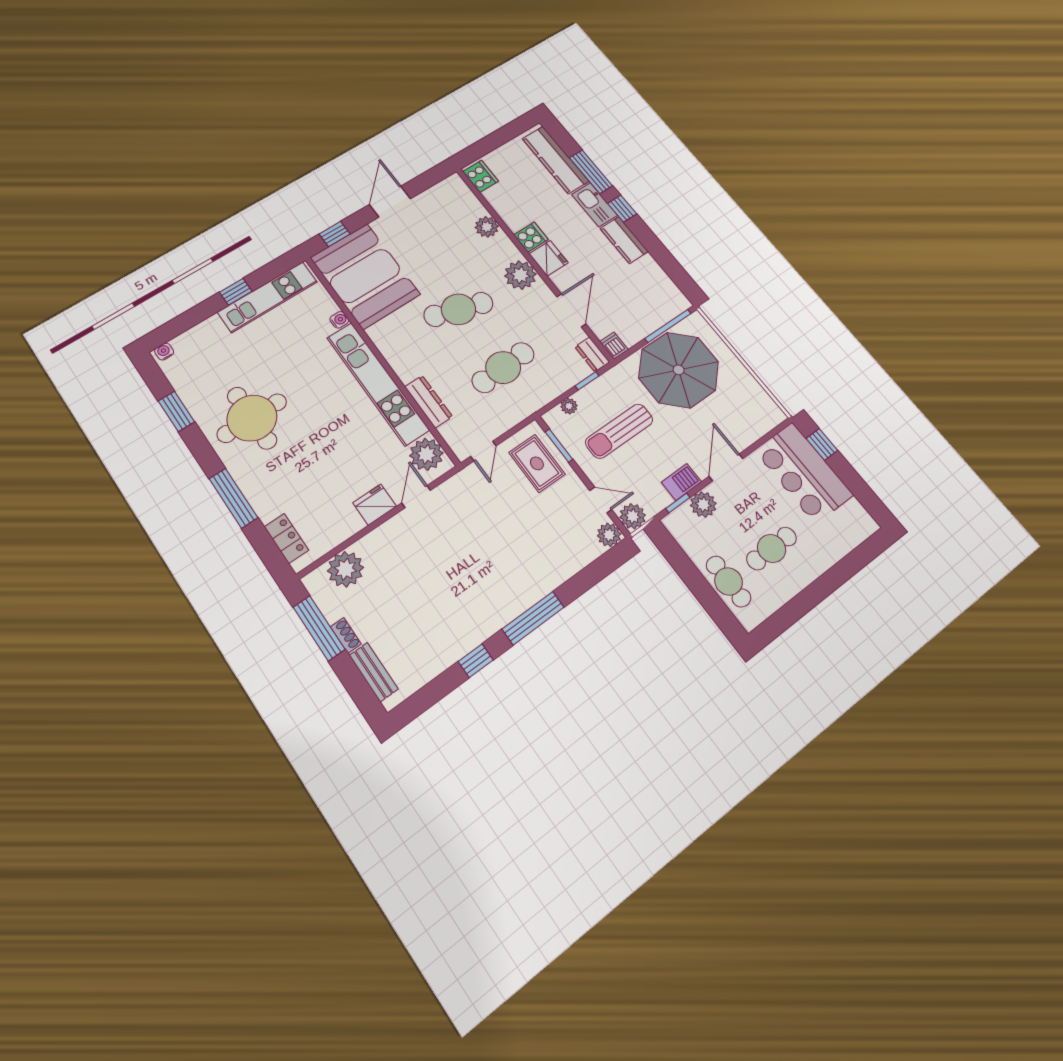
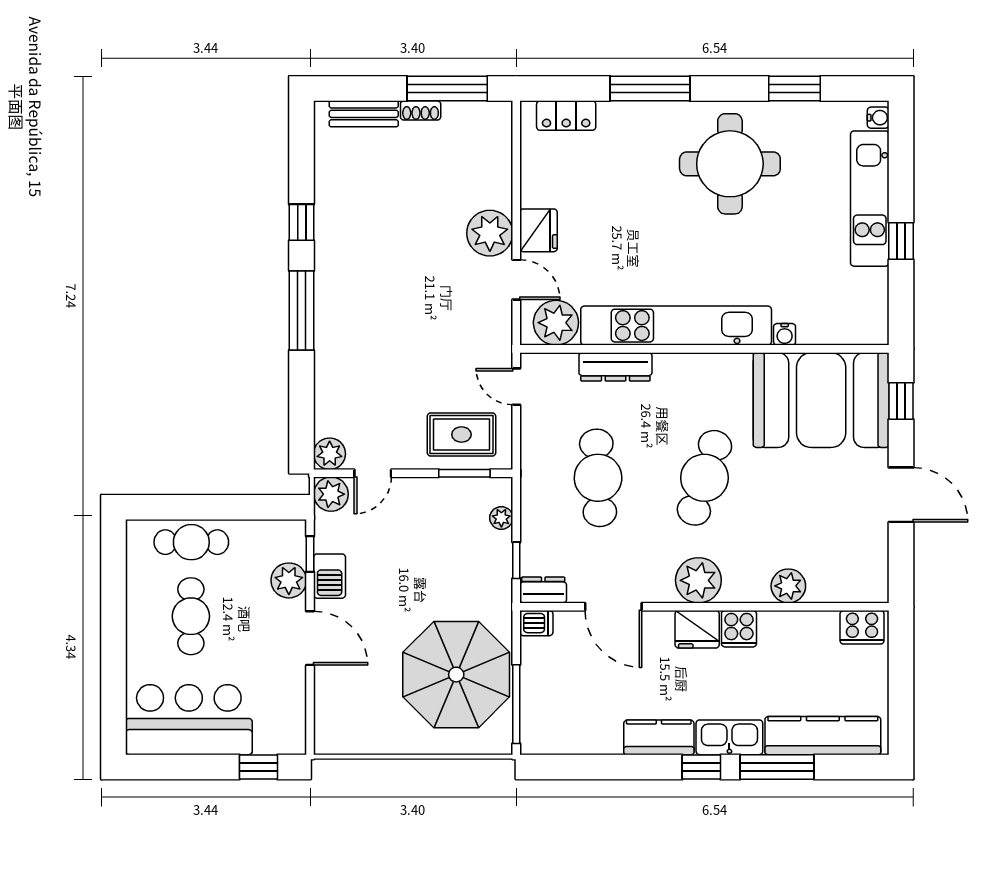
kitchen unit: (268, 297) -> (870, 199), moved
sun lounger: (619, 431) -> (434, 552), removed
bar counter: (804, 473) -> (189, 720), moved
plant: (345, 569) -> (490, 233), moved

